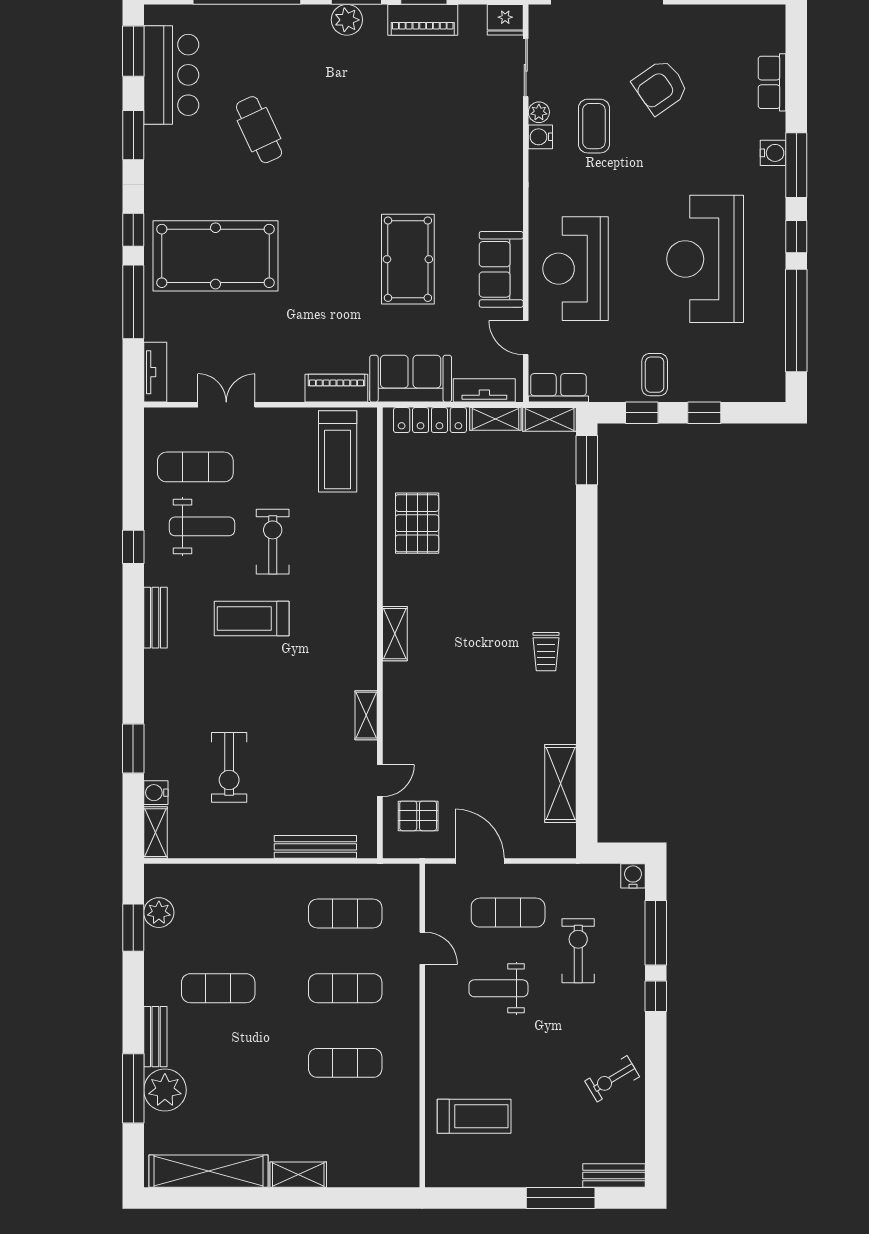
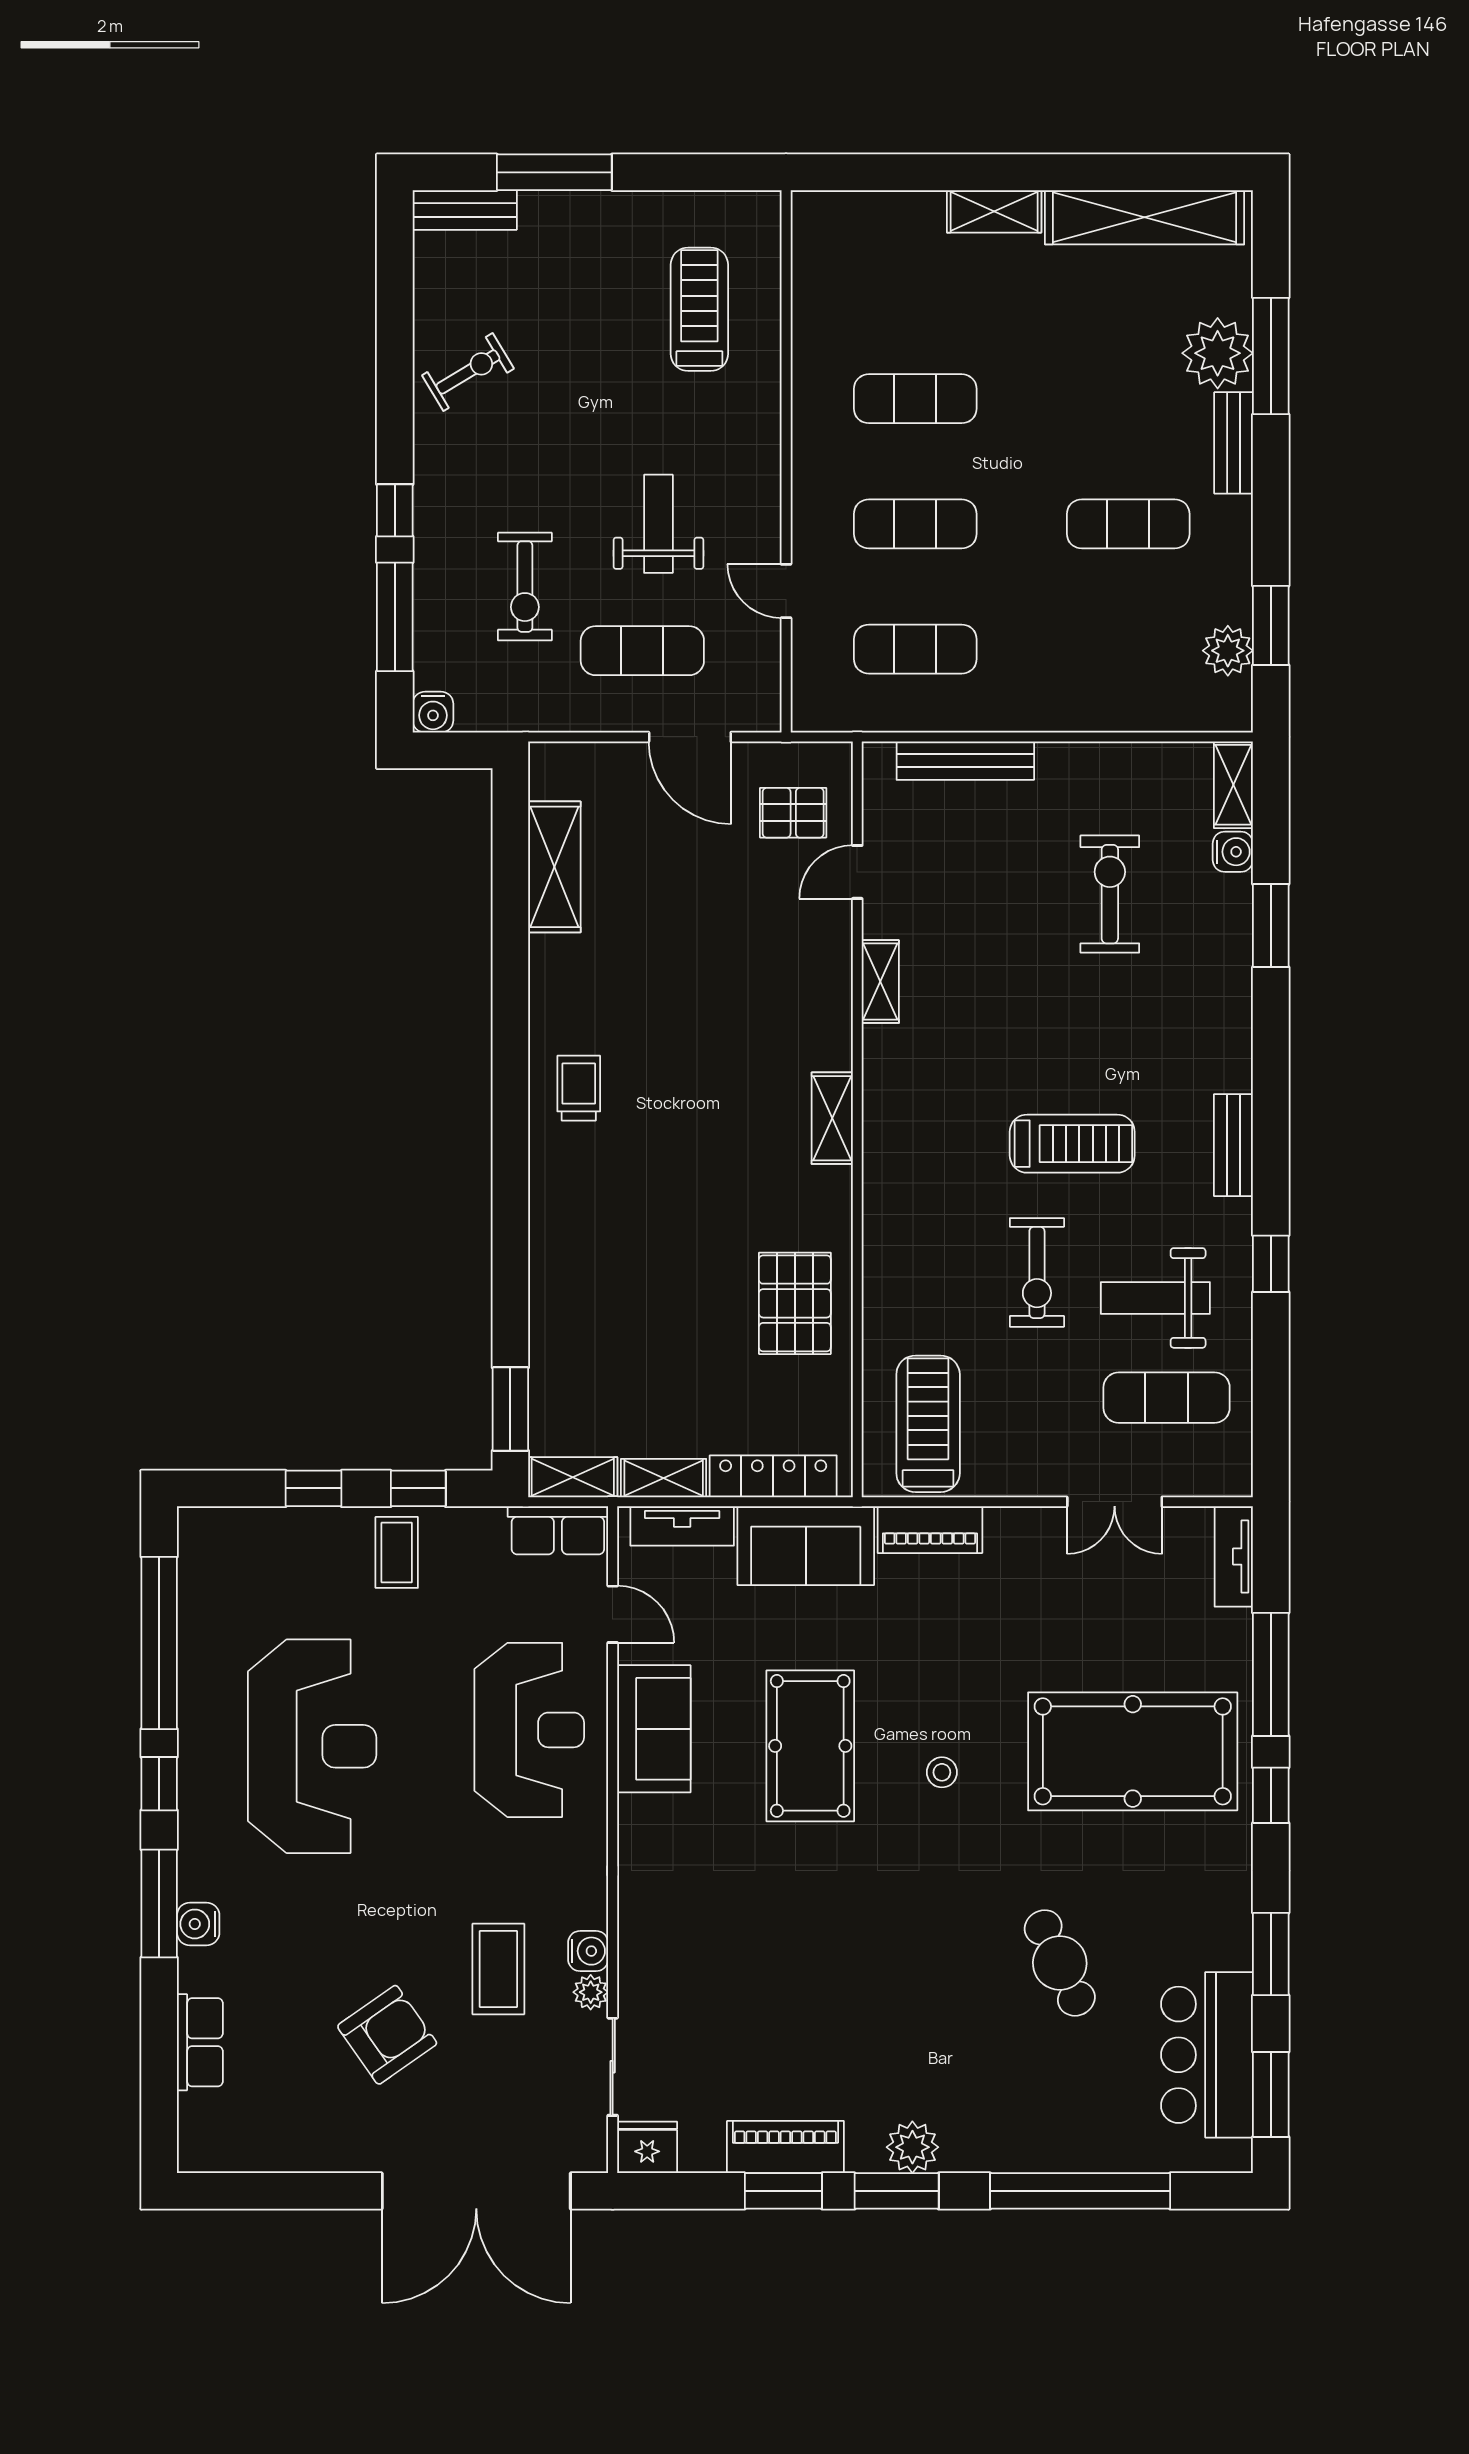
stool: (329, 243) -> (942, 1772), added
weight bench: (498, 988) -> (658, 524), turned -90
treadmill: (474, 1116) -> (699, 309), turned 90

